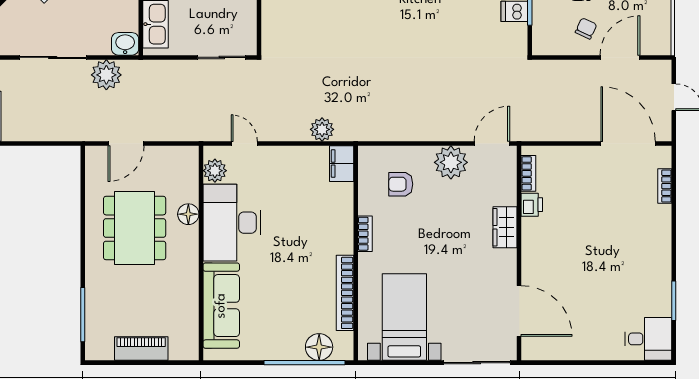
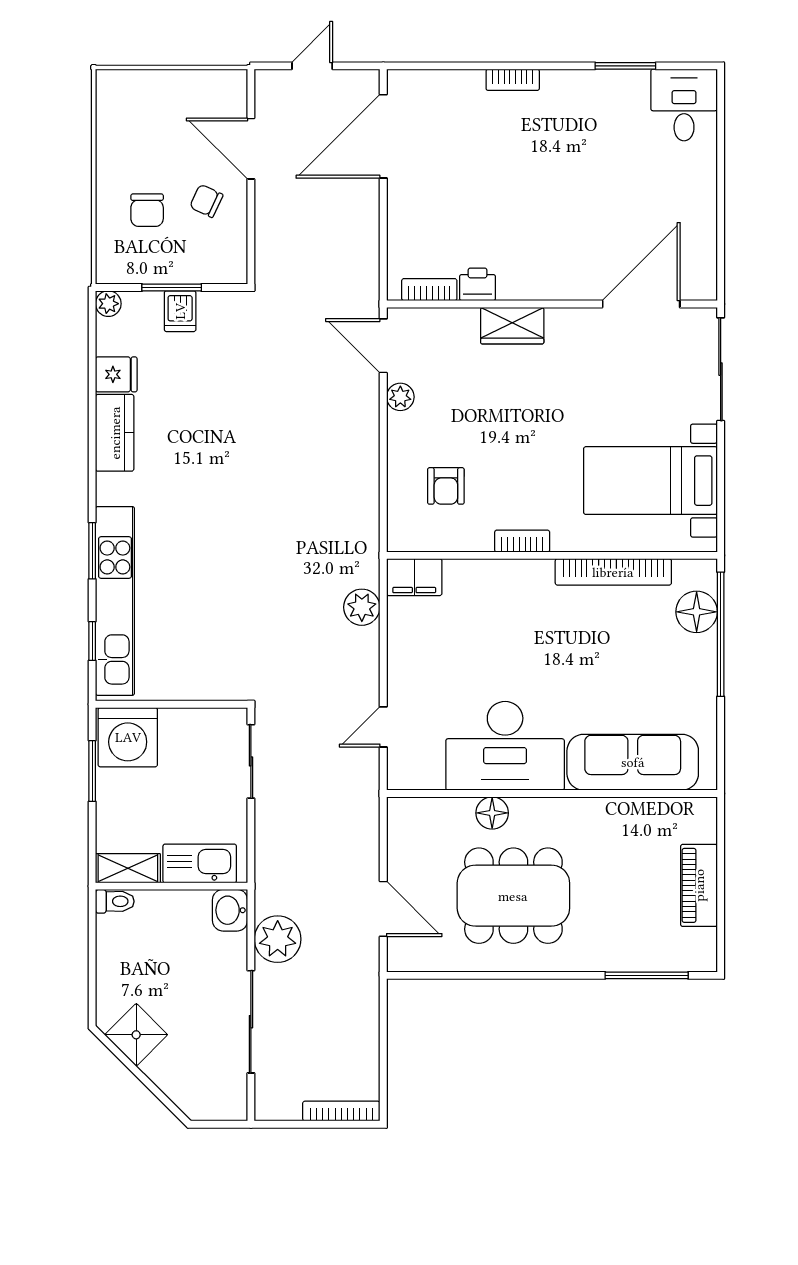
plant: (451, 162) -> (400, 397), width x0.53, depth x0.53
plant: (215, 171) -> (425, 772), removed
bookcase: (665, 186) -> (513, 80), moved

